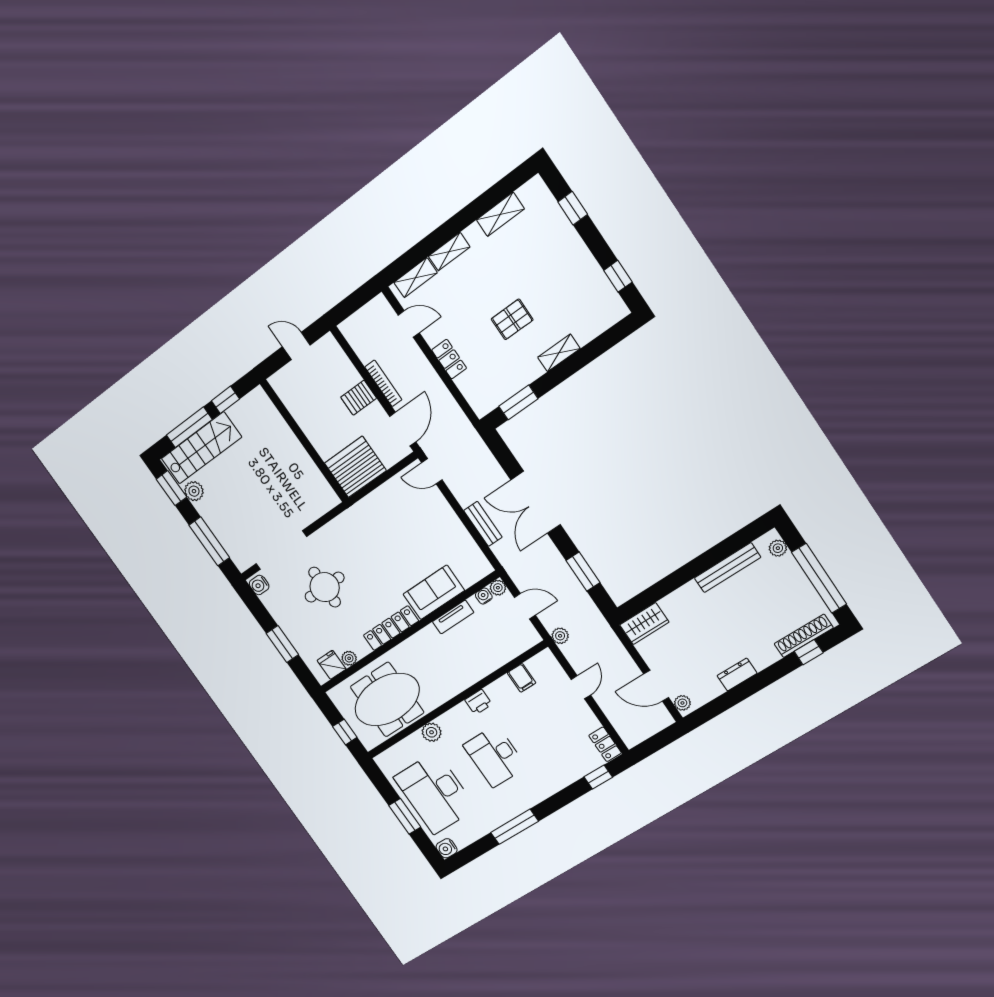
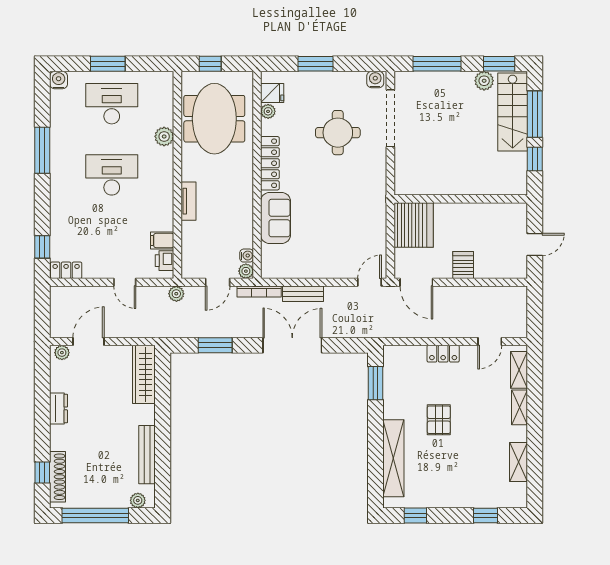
shelving: (559, 353) -> (393, 458), width x2.20, depth x1.33
bookcase: (383, 383) -> (259, 292), moved
tv unit: (453, 617) -> (188, 201), moved, turned 180
wardrobe: (644, 624) -> (144, 374), width x1.50
printer: (478, 702) -> (165, 261), moved
desk: (435, 793) -> (112, 104), width x0.73, depth x0.77

